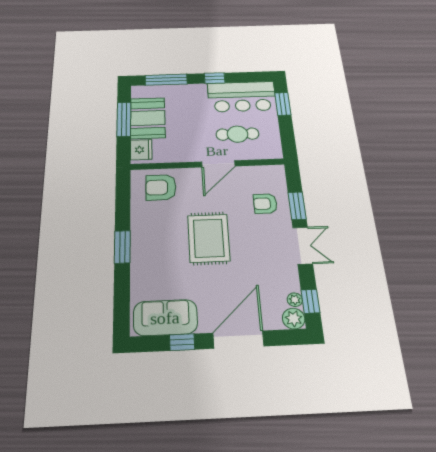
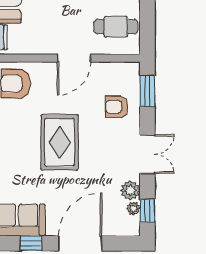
cafe table: (237, 134) -> (116, 27), moved
window: (297, 206) -> (147, 91), moved
plant: (294, 319) -> (130, 190), moved

